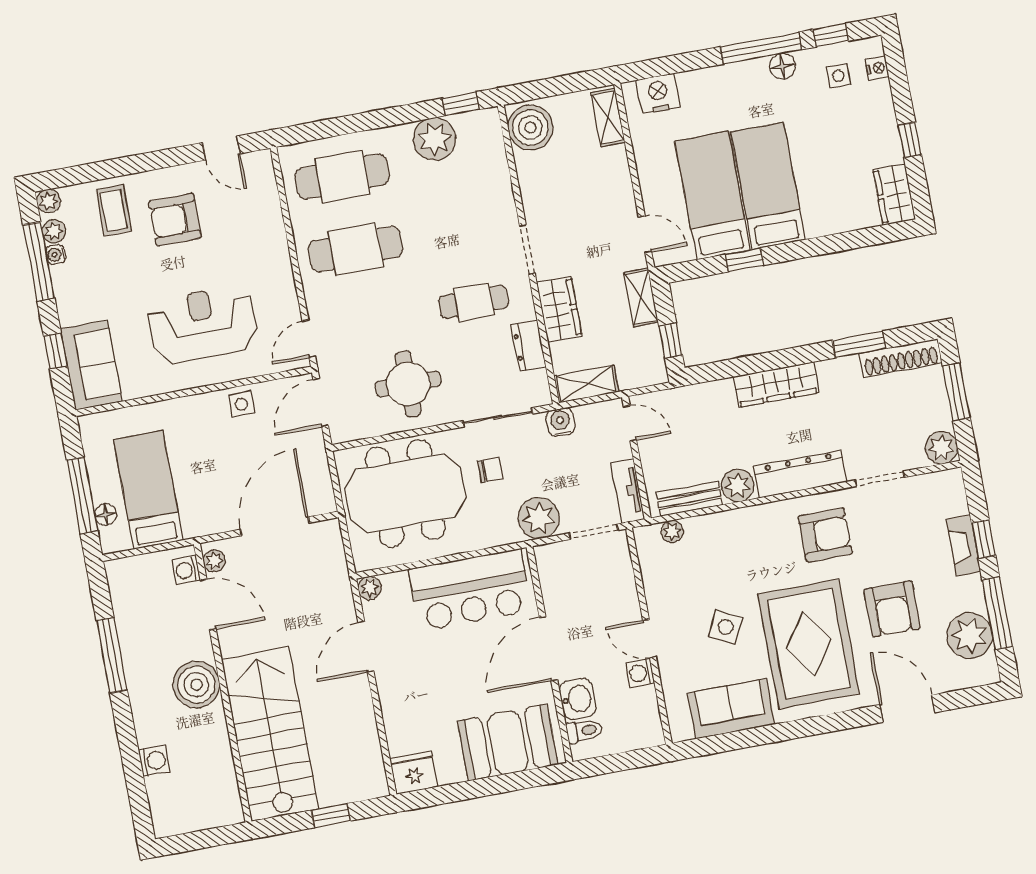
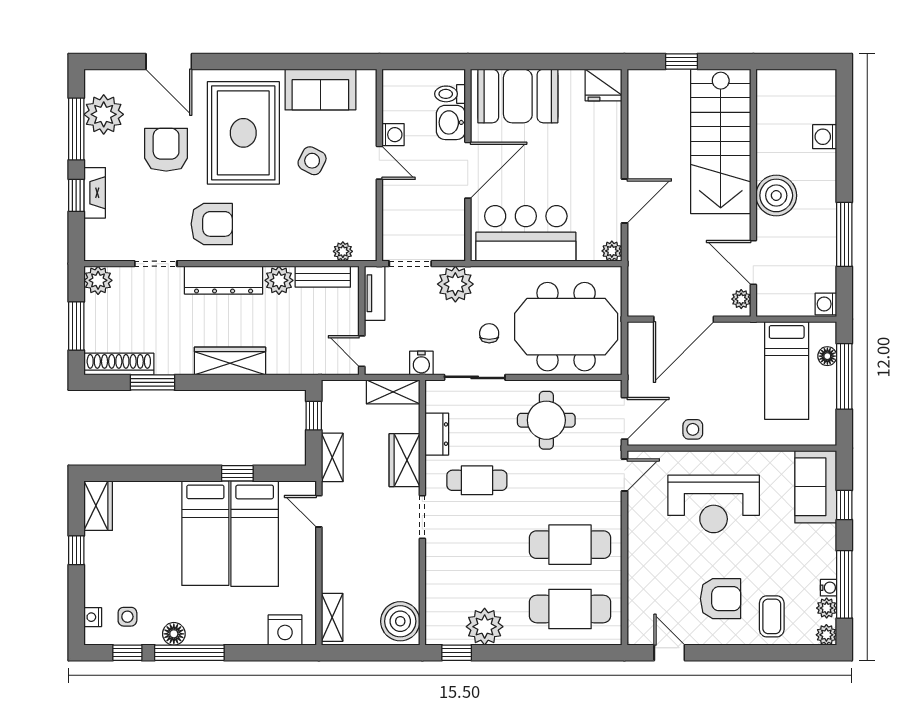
chair: (490, 470) -> (489, 333), turned 90
armchair: (825, 535) -> (212, 224), turned 180
washing machine: (186, 570) -> (826, 304), moved, turned 180

